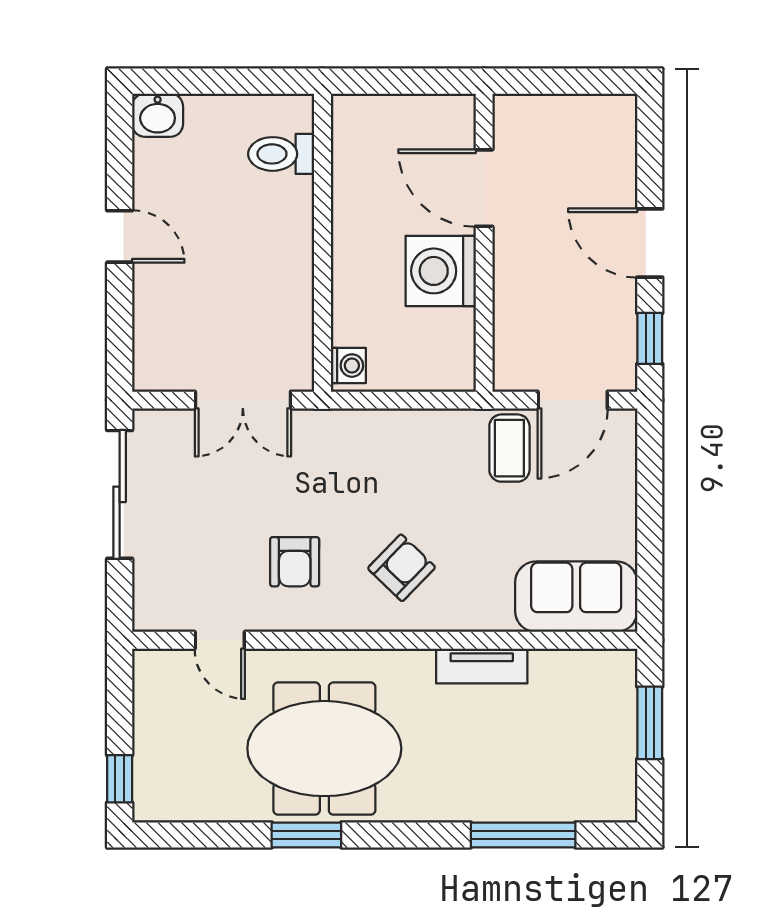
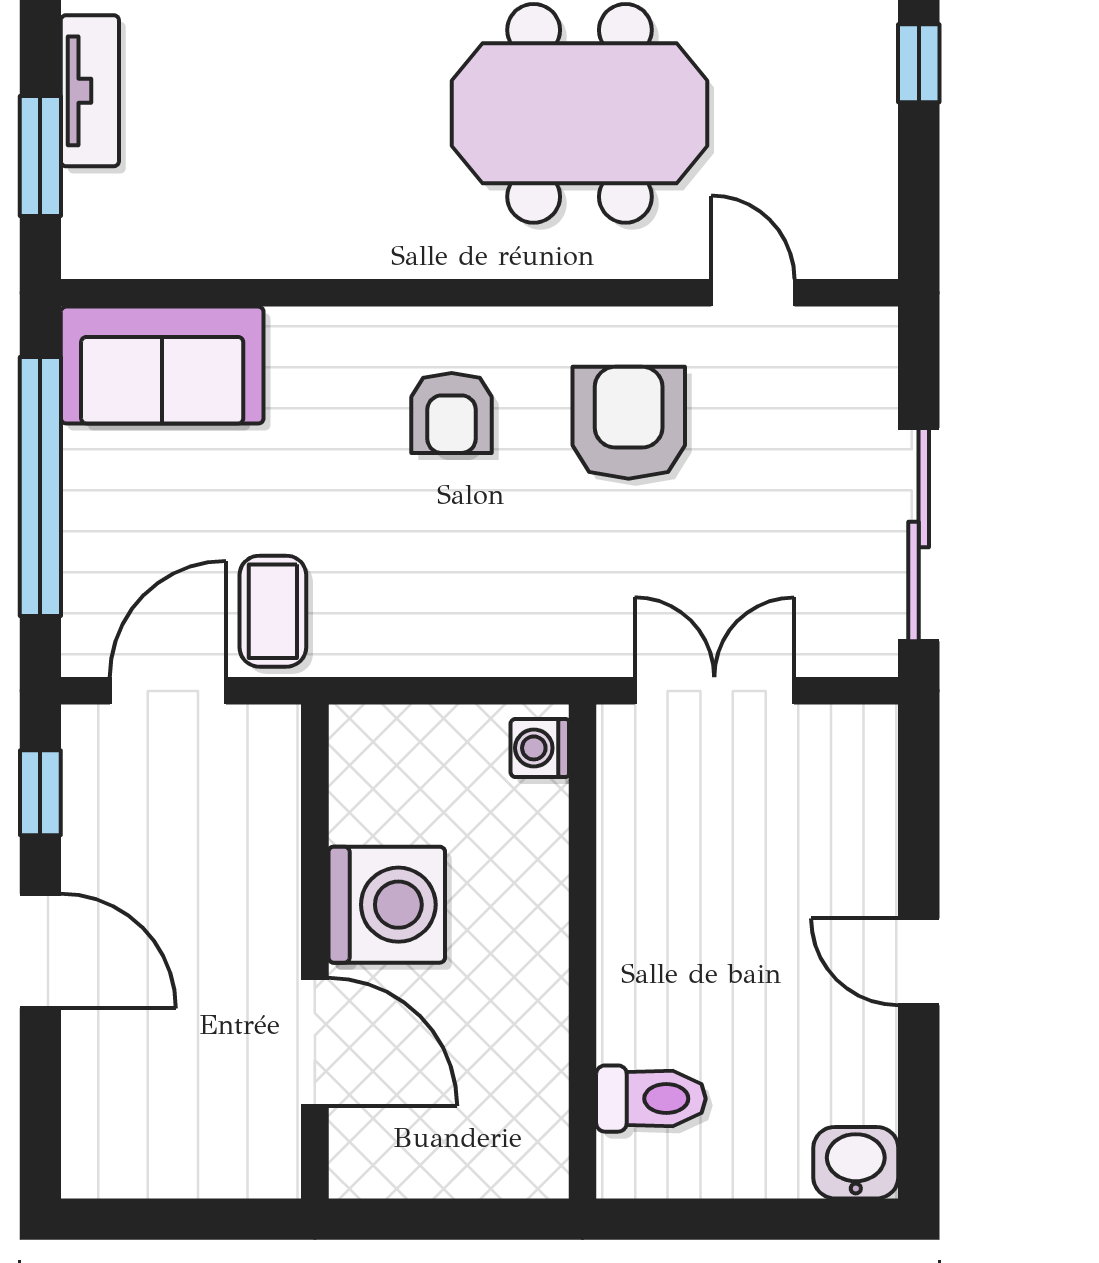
window: (650, 523) -> (40, 487), added
armchair: (295, 562) -> (629, 423), width x1.38, depth x1.38
armchair: (402, 568) -> (452, 413), turned -44
tv unit: (482, 666) -> (90, 91), moved, turned 90

